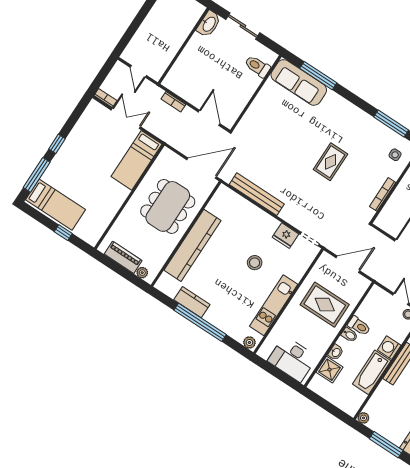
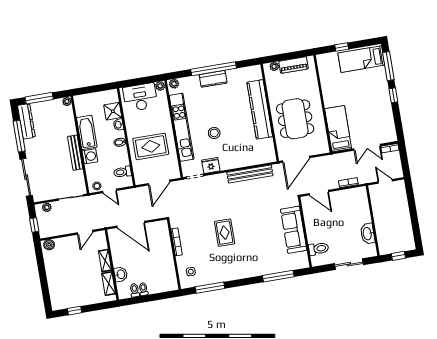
washbasin: (209, 24) -> (368, 234), moved
sofa: (299, 82) -> (294, 230), moved, turned -90
kitchen counter: (192, 302) -> (213, 79), moved
kitchen unit: (274, 305) -> (182, 127), width x1.36
toilet: (359, 326) -> (122, 172), moved
plant: (264, 352) -> (160, 86), added

